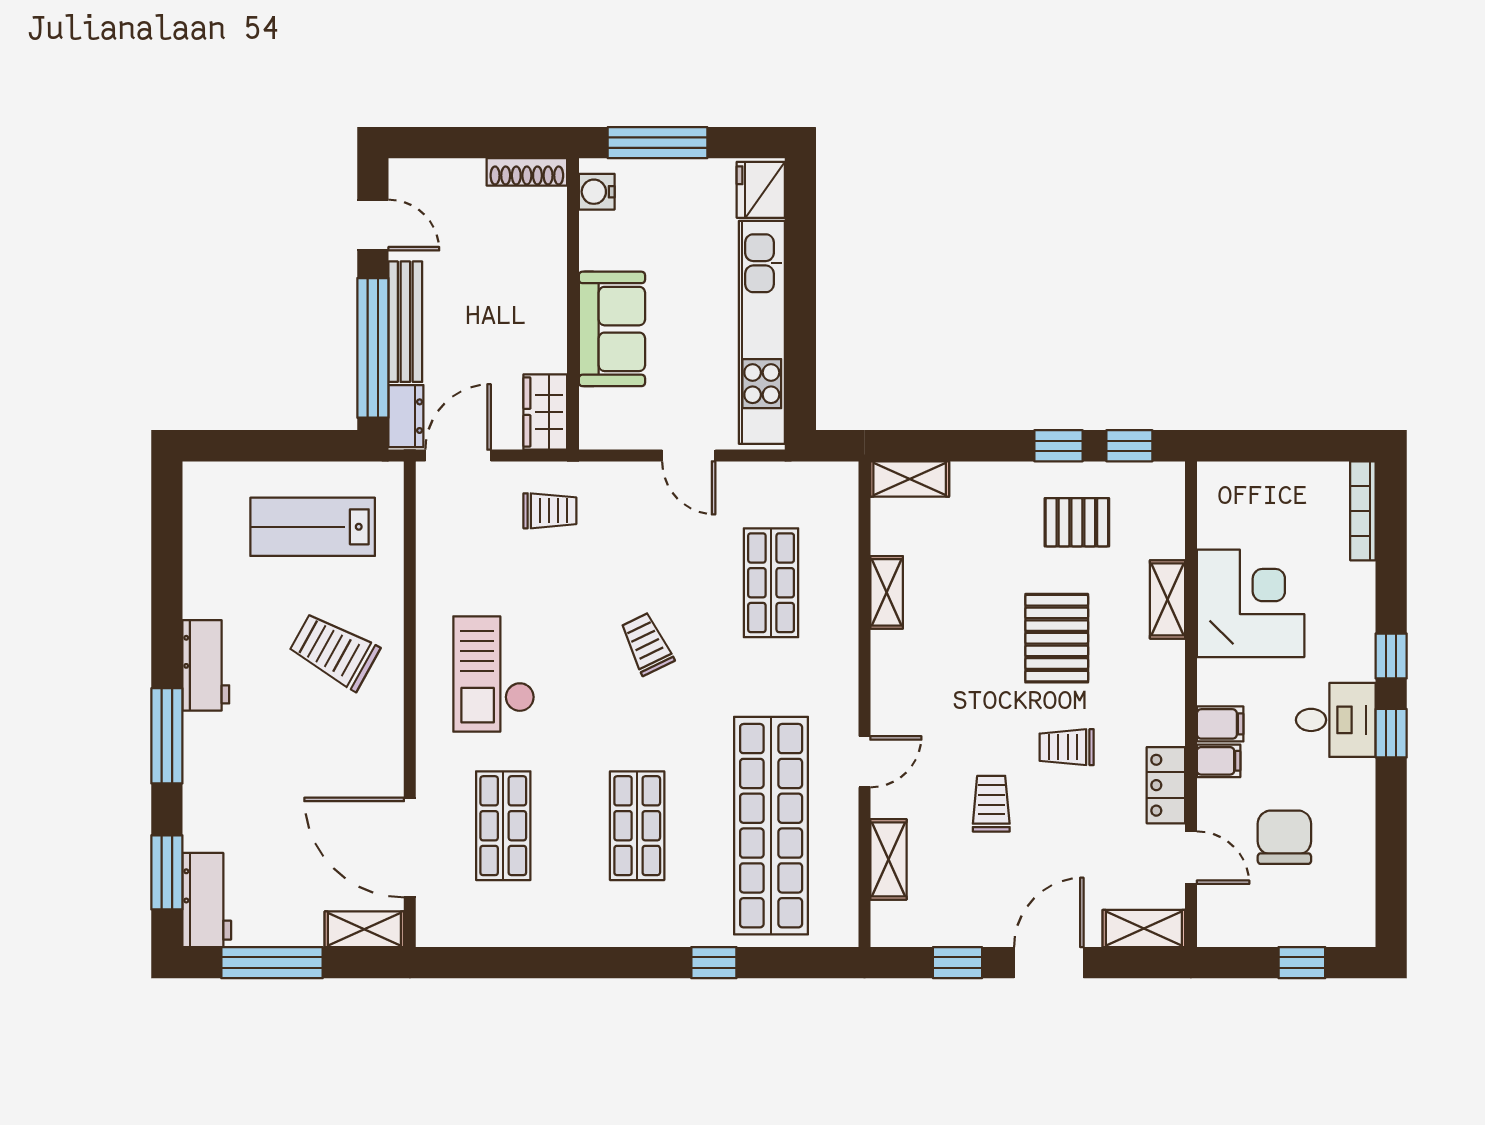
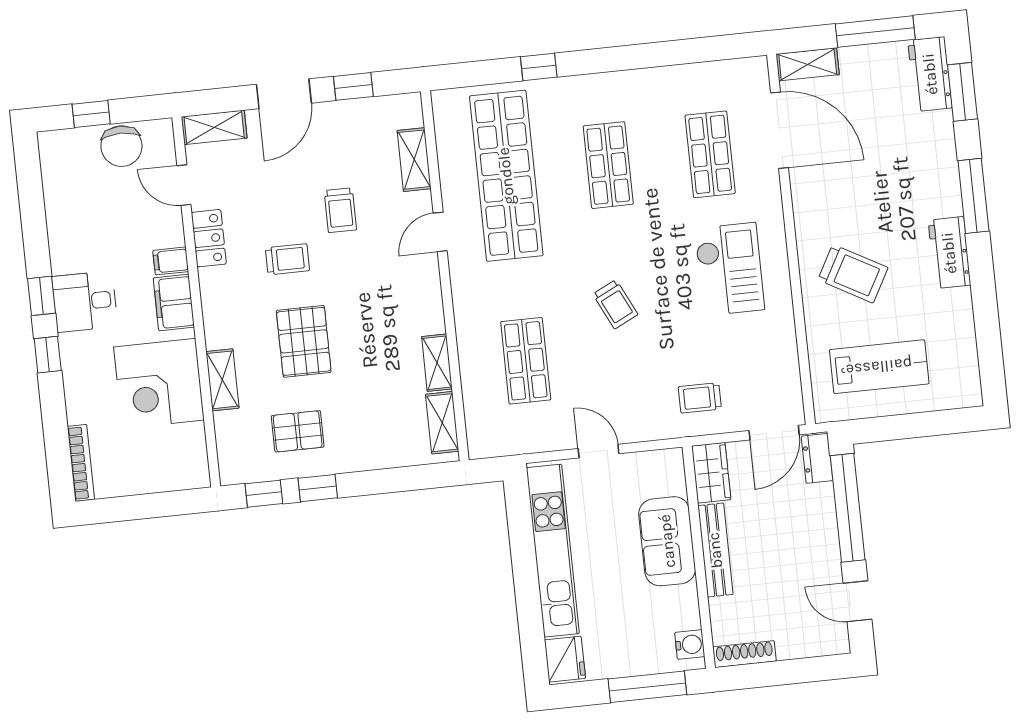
bench: (405, 322) -> (715, 550), moved
shelving: (910, 479) -> (442, 423), moved, turned 90
filing cabinet: (1220, 724) -> (174, 303), width x2.00
chair: (1284, 837) -> (121, 146), moved

